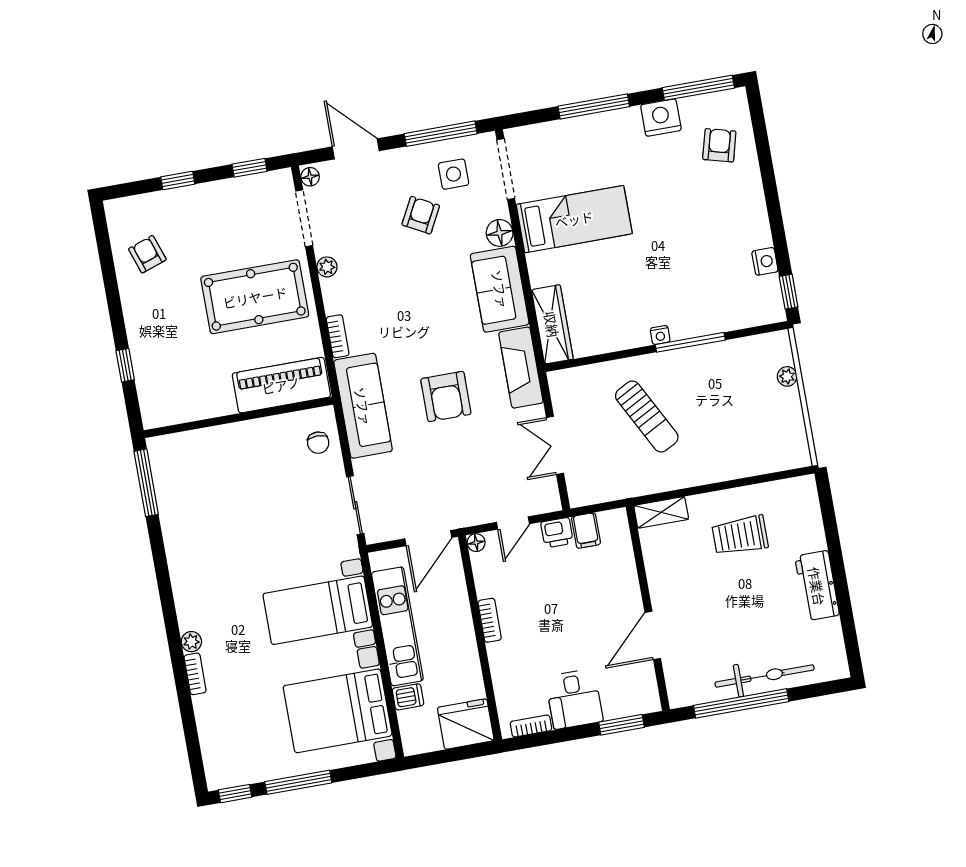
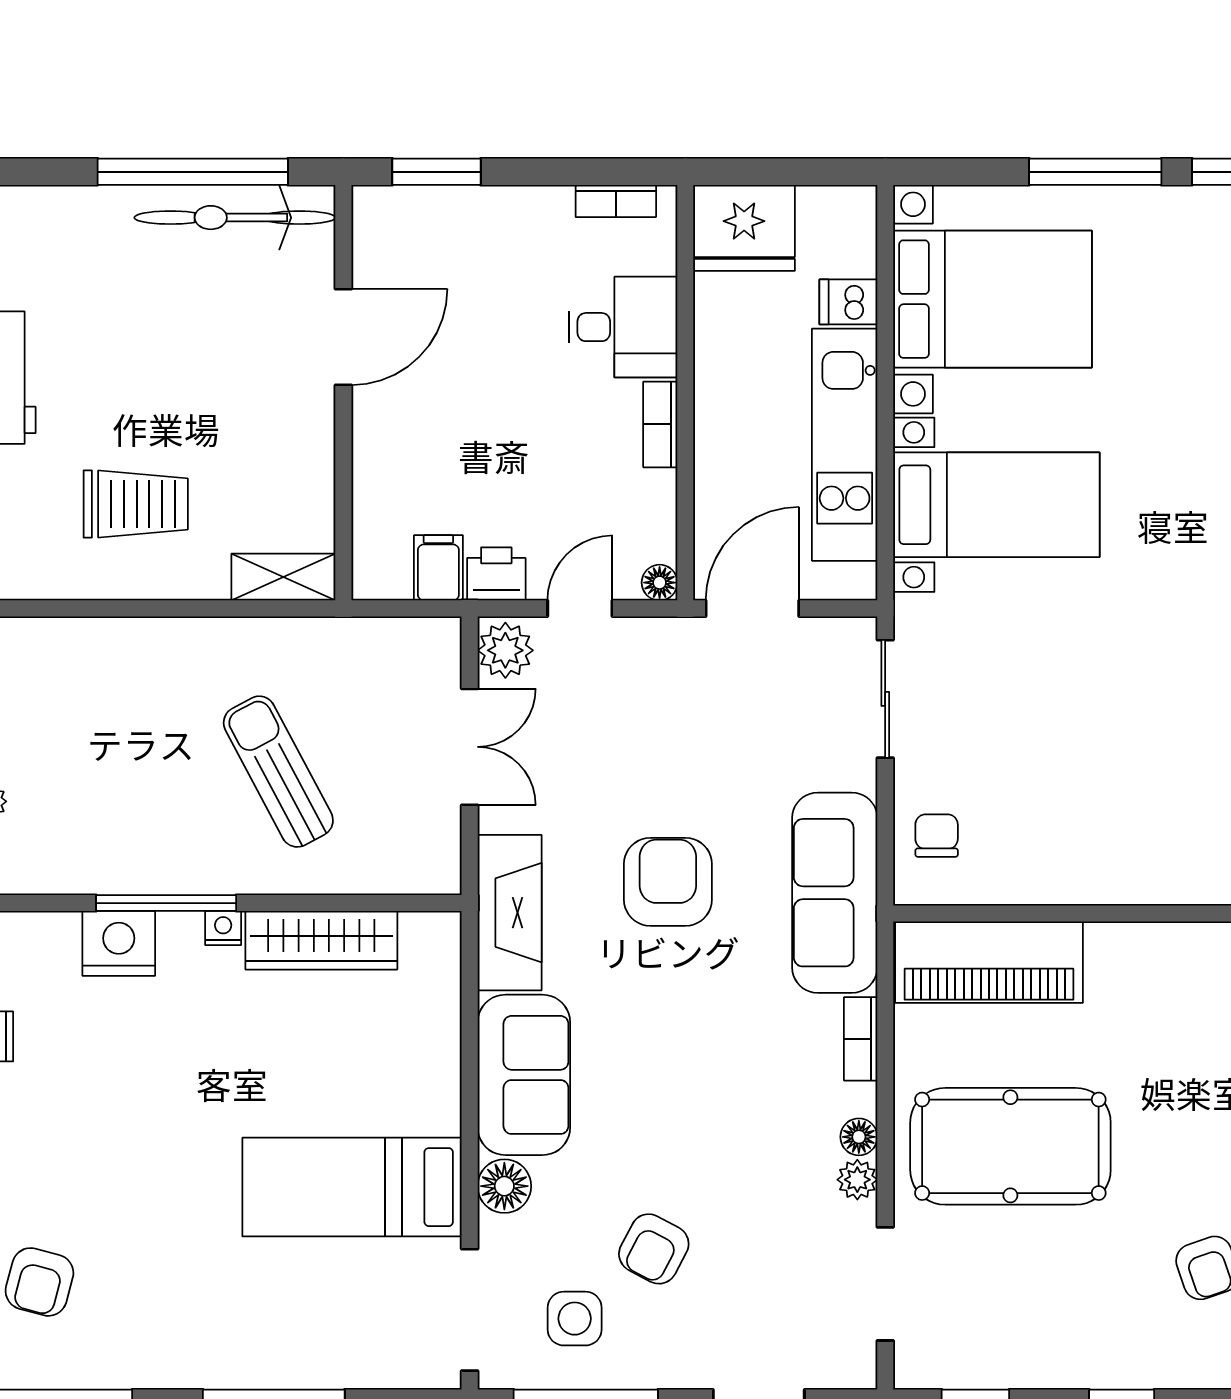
nightstand: (661, 118) -> (119, 943), moved, turned 180
floor lamp: (310, 177) -> (859, 1137), moved
wardrobe: (552, 324) -> (321, 940), moved, turned -90
plant: (546, 496) -> (505, 650), added
bicycle: (765, 676) -> (235, 218), moved
desk: (574, 699) -> (623, 327), moved, turned 90

